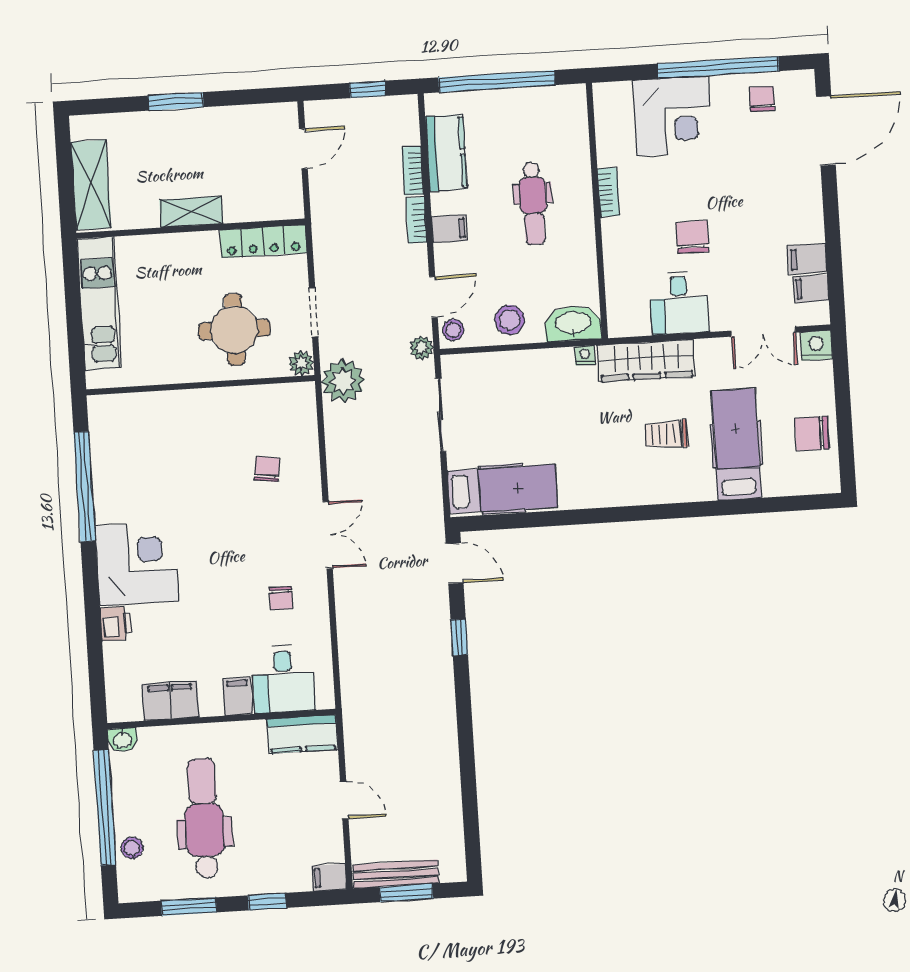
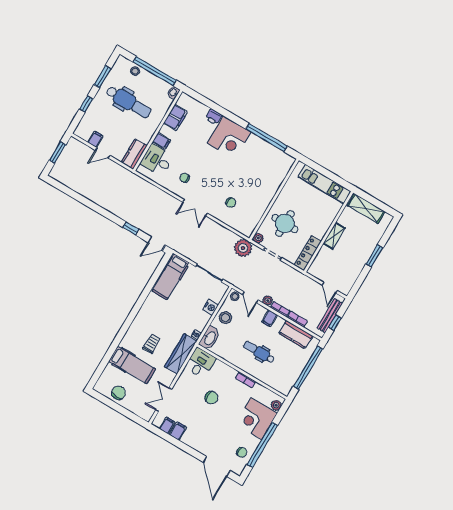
plant: (618, 94) -> (276, 405), added
desk: (679, 303) -> (200, 363), moved, turned 90
nightstand: (816, 346) -> (210, 307), moved
plant: (422, 348) -> (268, 301), moved
bench: (396, 874) -> (330, 316), moved
filing cabinet: (329, 877) -> (95, 139), moved

